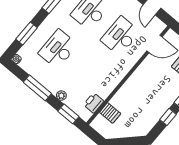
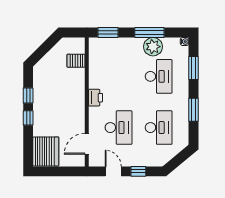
plant: (61, 96) -> (153, 47), moved, width x1.87, depth x1.87
printer: (94, 103) -> (95, 98), moved

